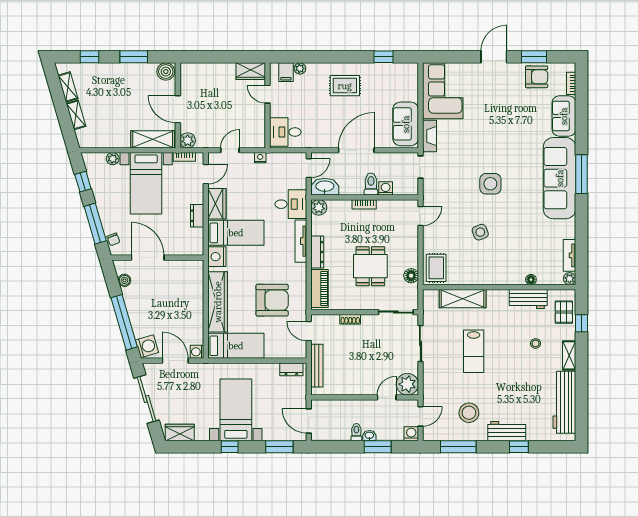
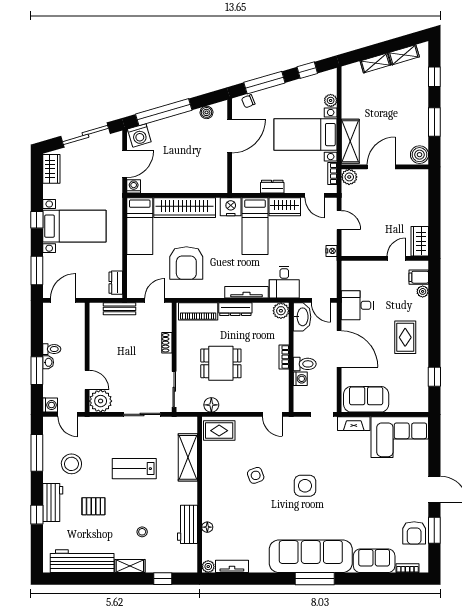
desk: (285, 132) -> (357, 305), moved, turned -90
pallet: (564, 312) -> (93, 506), moved
bench: (317, 366) -> (120, 309), width x0.73

